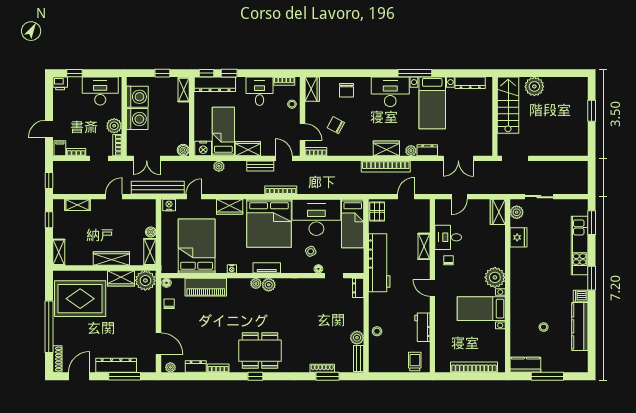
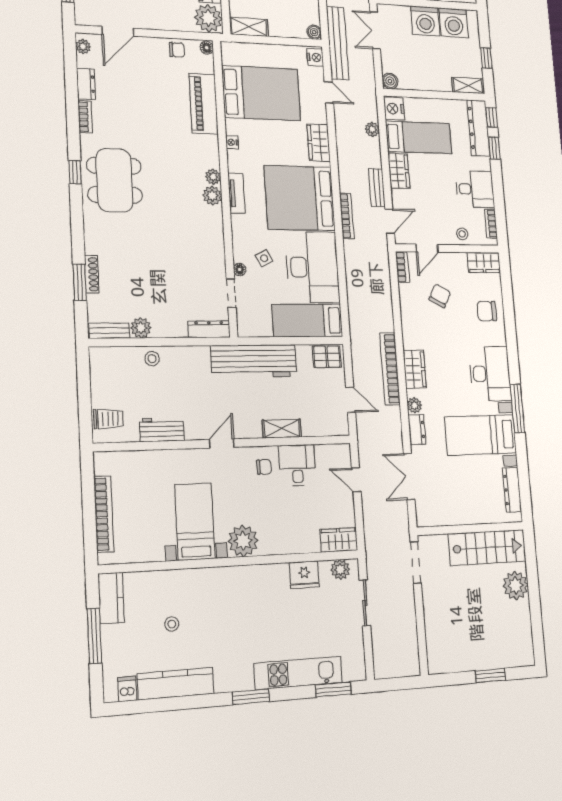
boiler: (151, 232) -> (314, 32), moved
dresser: (358, 288) -> (209, 329), width x1.44
dishwasher: (581, 296) -> (127, 689), moved

